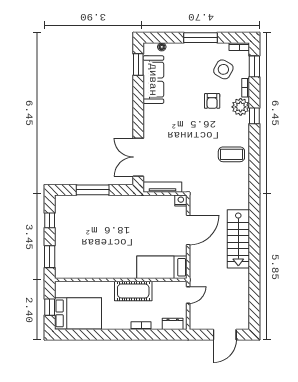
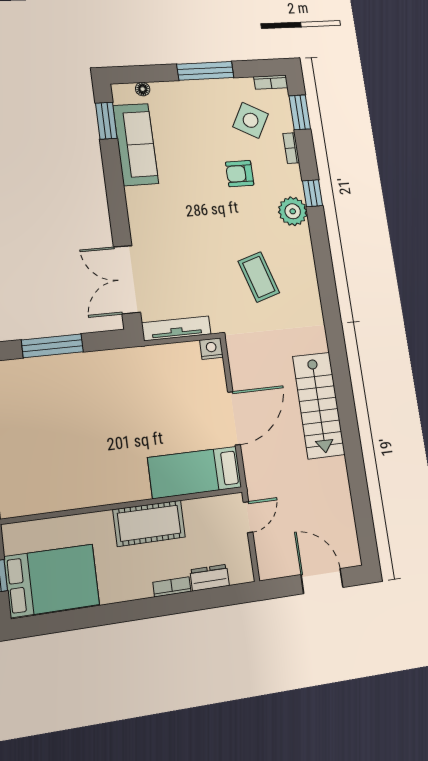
armchair: (212, 101) -> (240, 174), turned 90
plant: (241, 107) -> (293, 211), moved
coffee table: (231, 154) -> (259, 277), moved, turned 73
door: (188, 230) -> (234, 418), moved
dresser: (173, 324) -> (210, 578), moved
door: (225, 335) -> (322, 581), swing flipped

